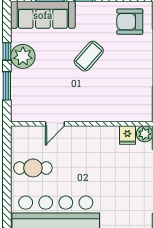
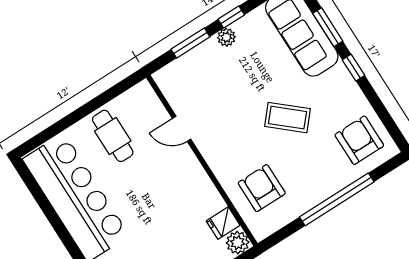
plant: (23, 56) -> (226, 37), width x0.53, depth x0.53
armchair: (121, 99) -> (262, 188), added

